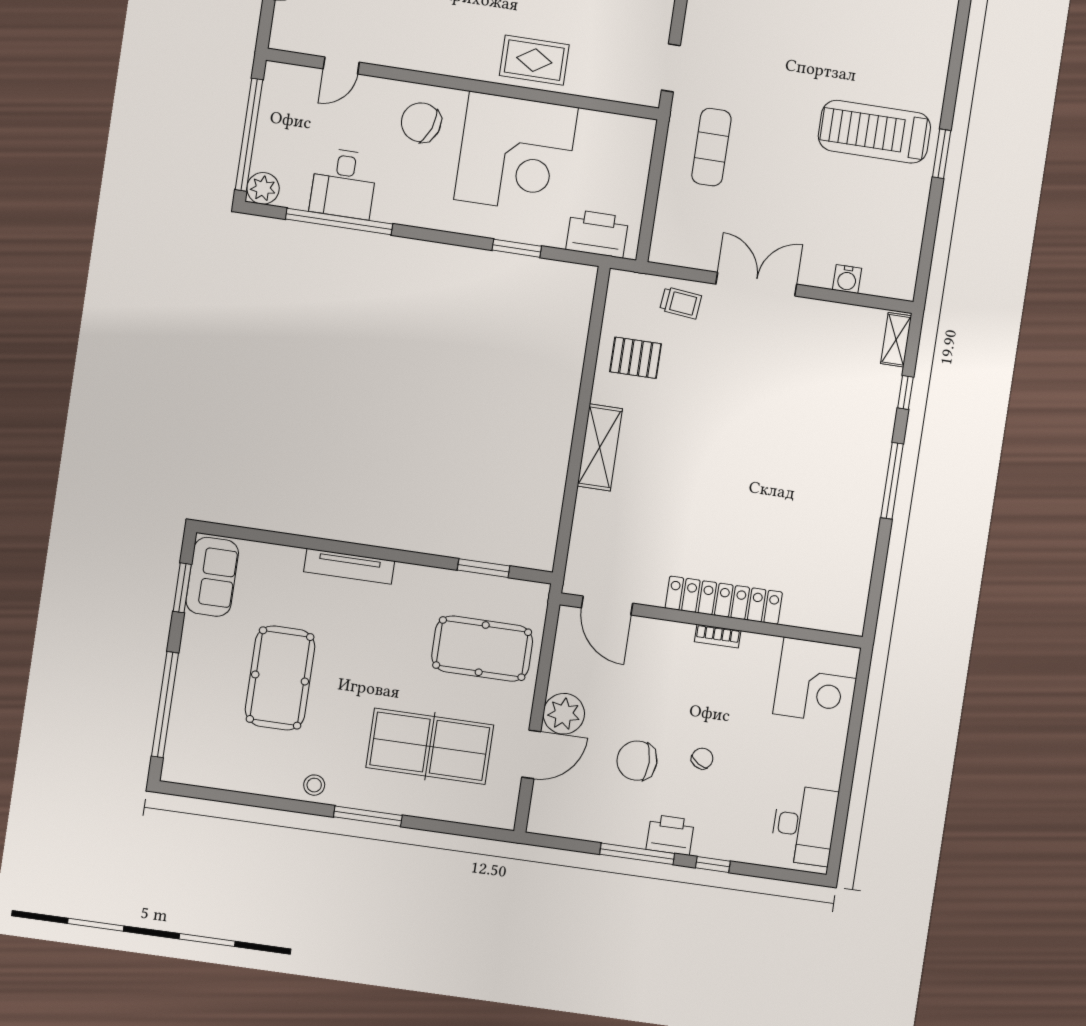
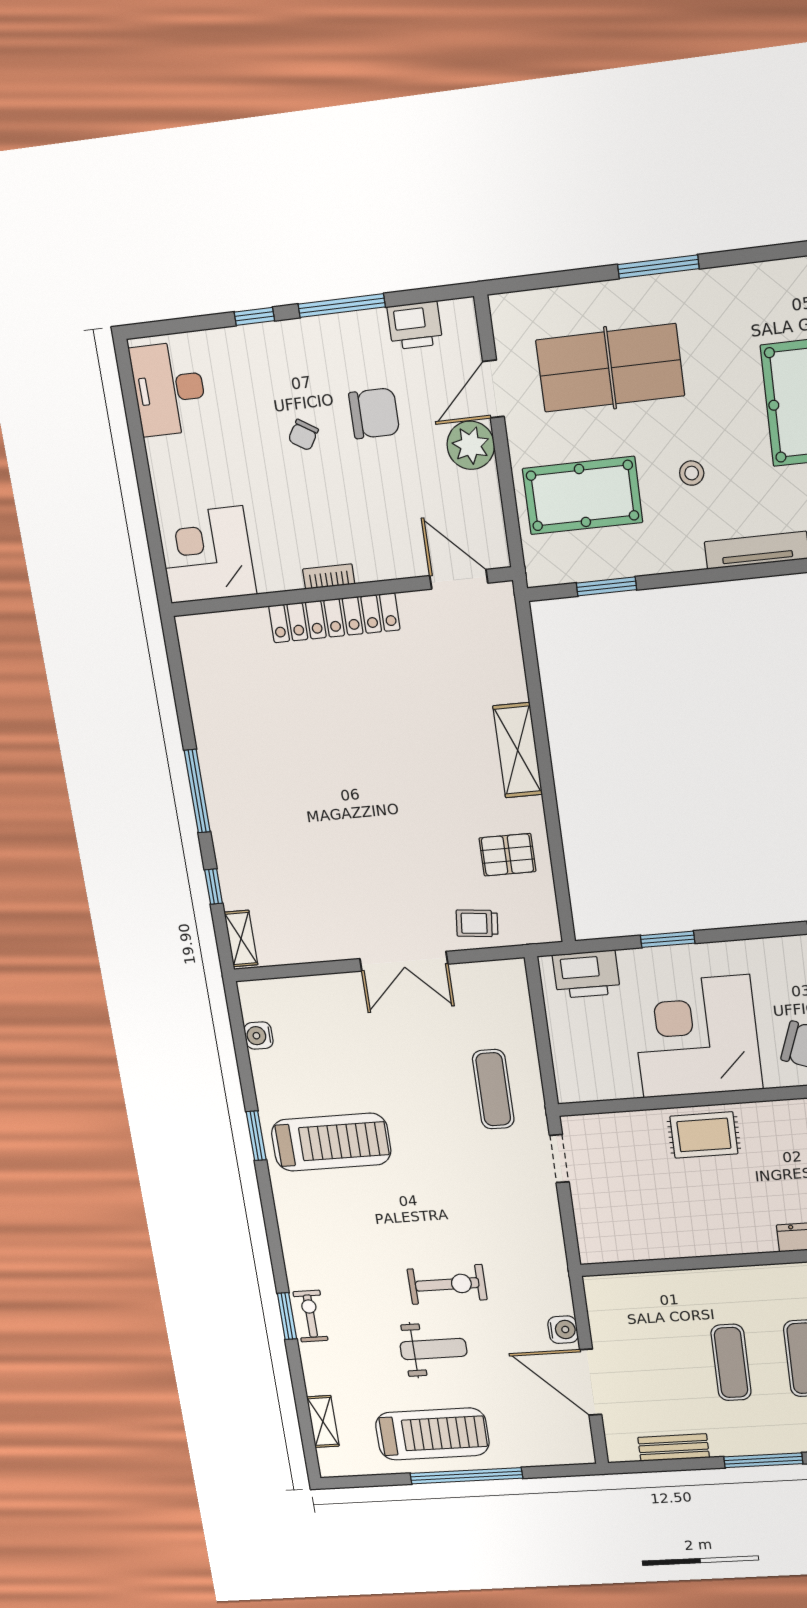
water cooler: (847, 279) -> (259, 1036), moved, turned -90
stool: (314, 785) -> (692, 473), moved
printer: (670, 835) -> (415, 325), moved

